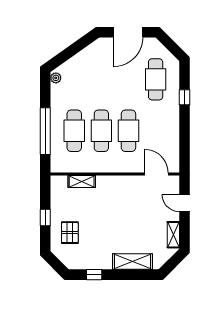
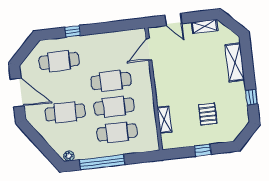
cafe table: (101, 79) -> (65, 112), added
window: (45, 131) -> (102, 162), moved
door: (185, 203) -> (173, 19), hinge flipped
pallet: (70, 233) -> (208, 114), moved, turned 90

